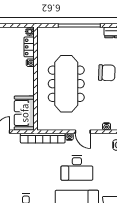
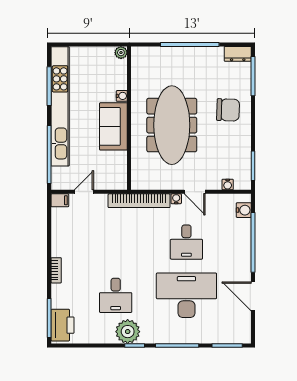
locker: (29, 47) -> (120, 74), removed
sofa: (24, 113) -> (113, 126), moved
desk: (77, 168) -> (186, 242), width x0.73

